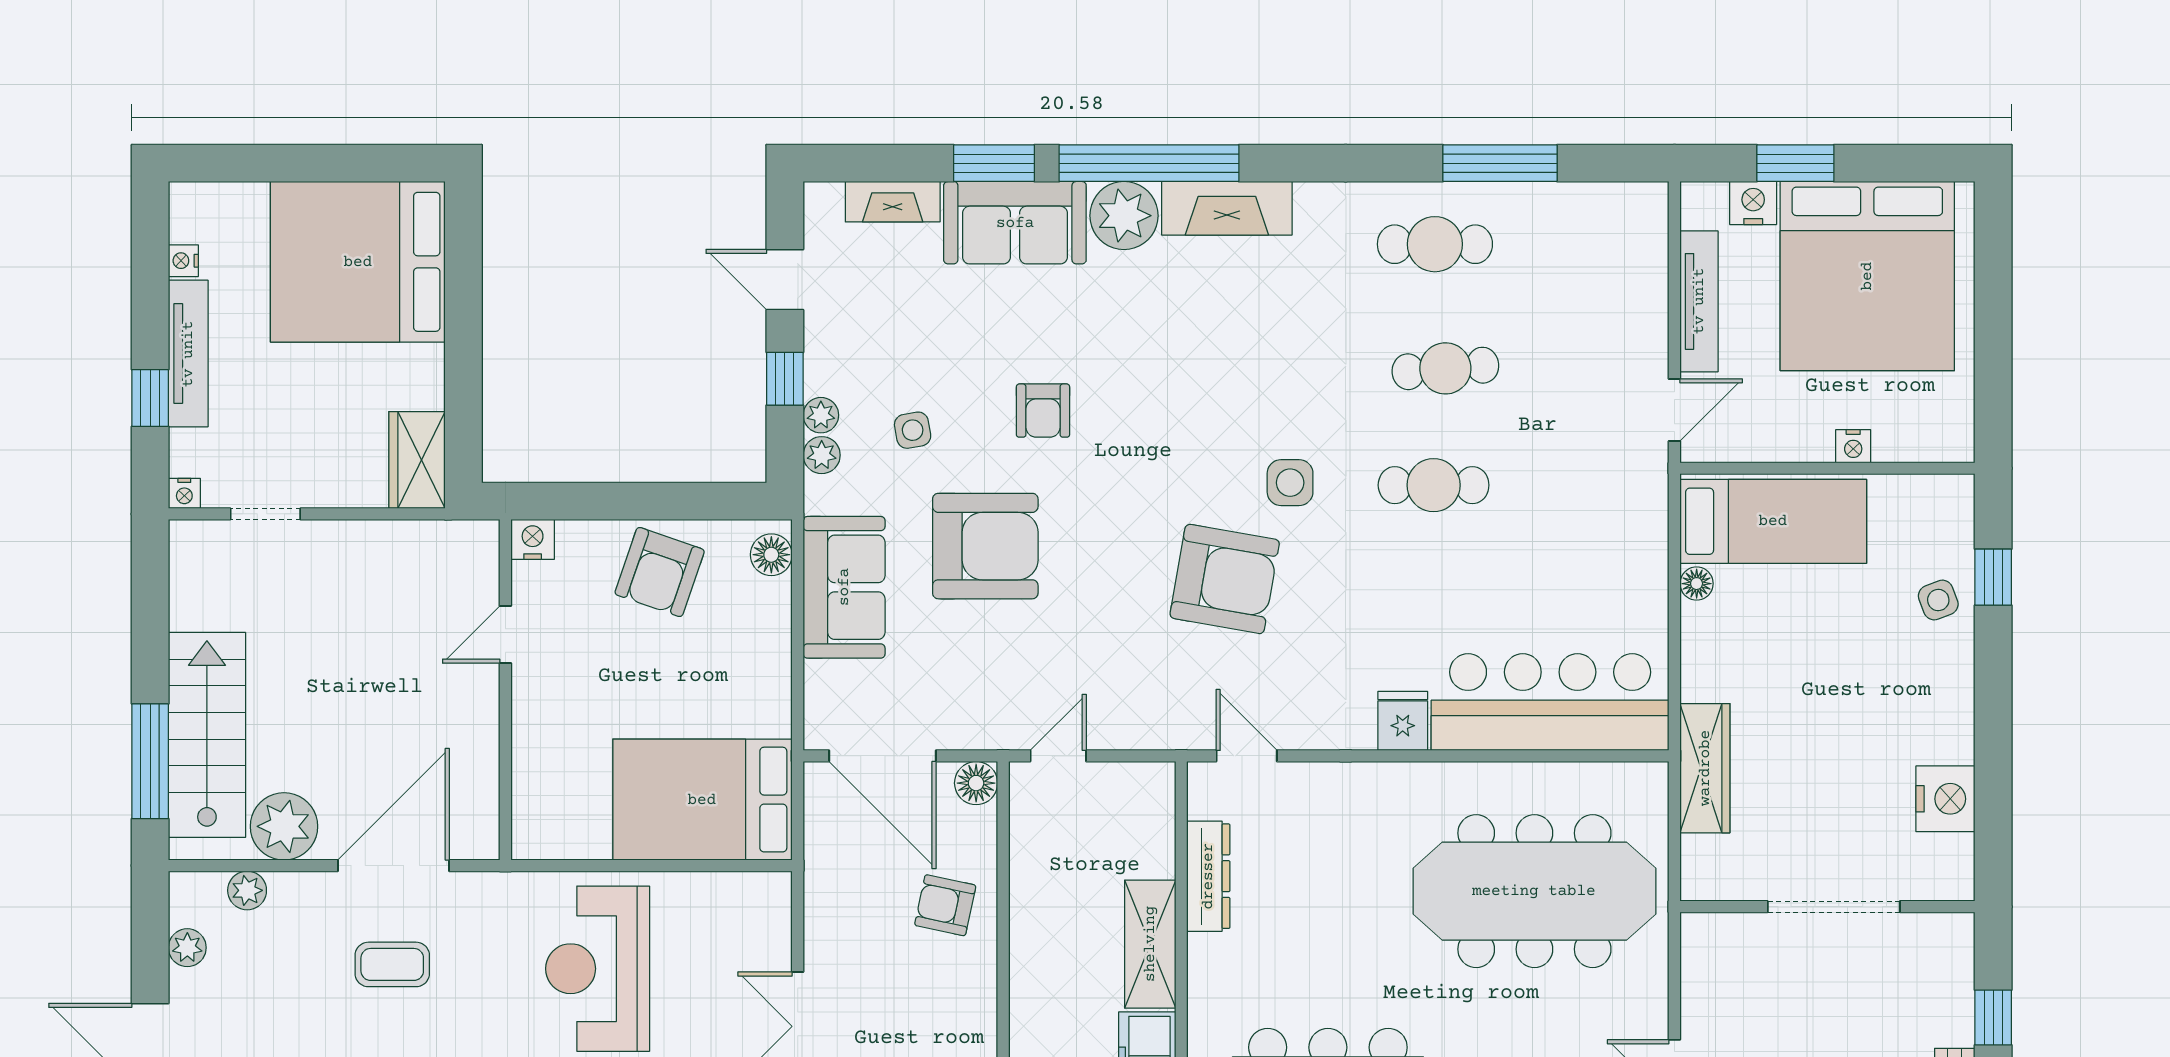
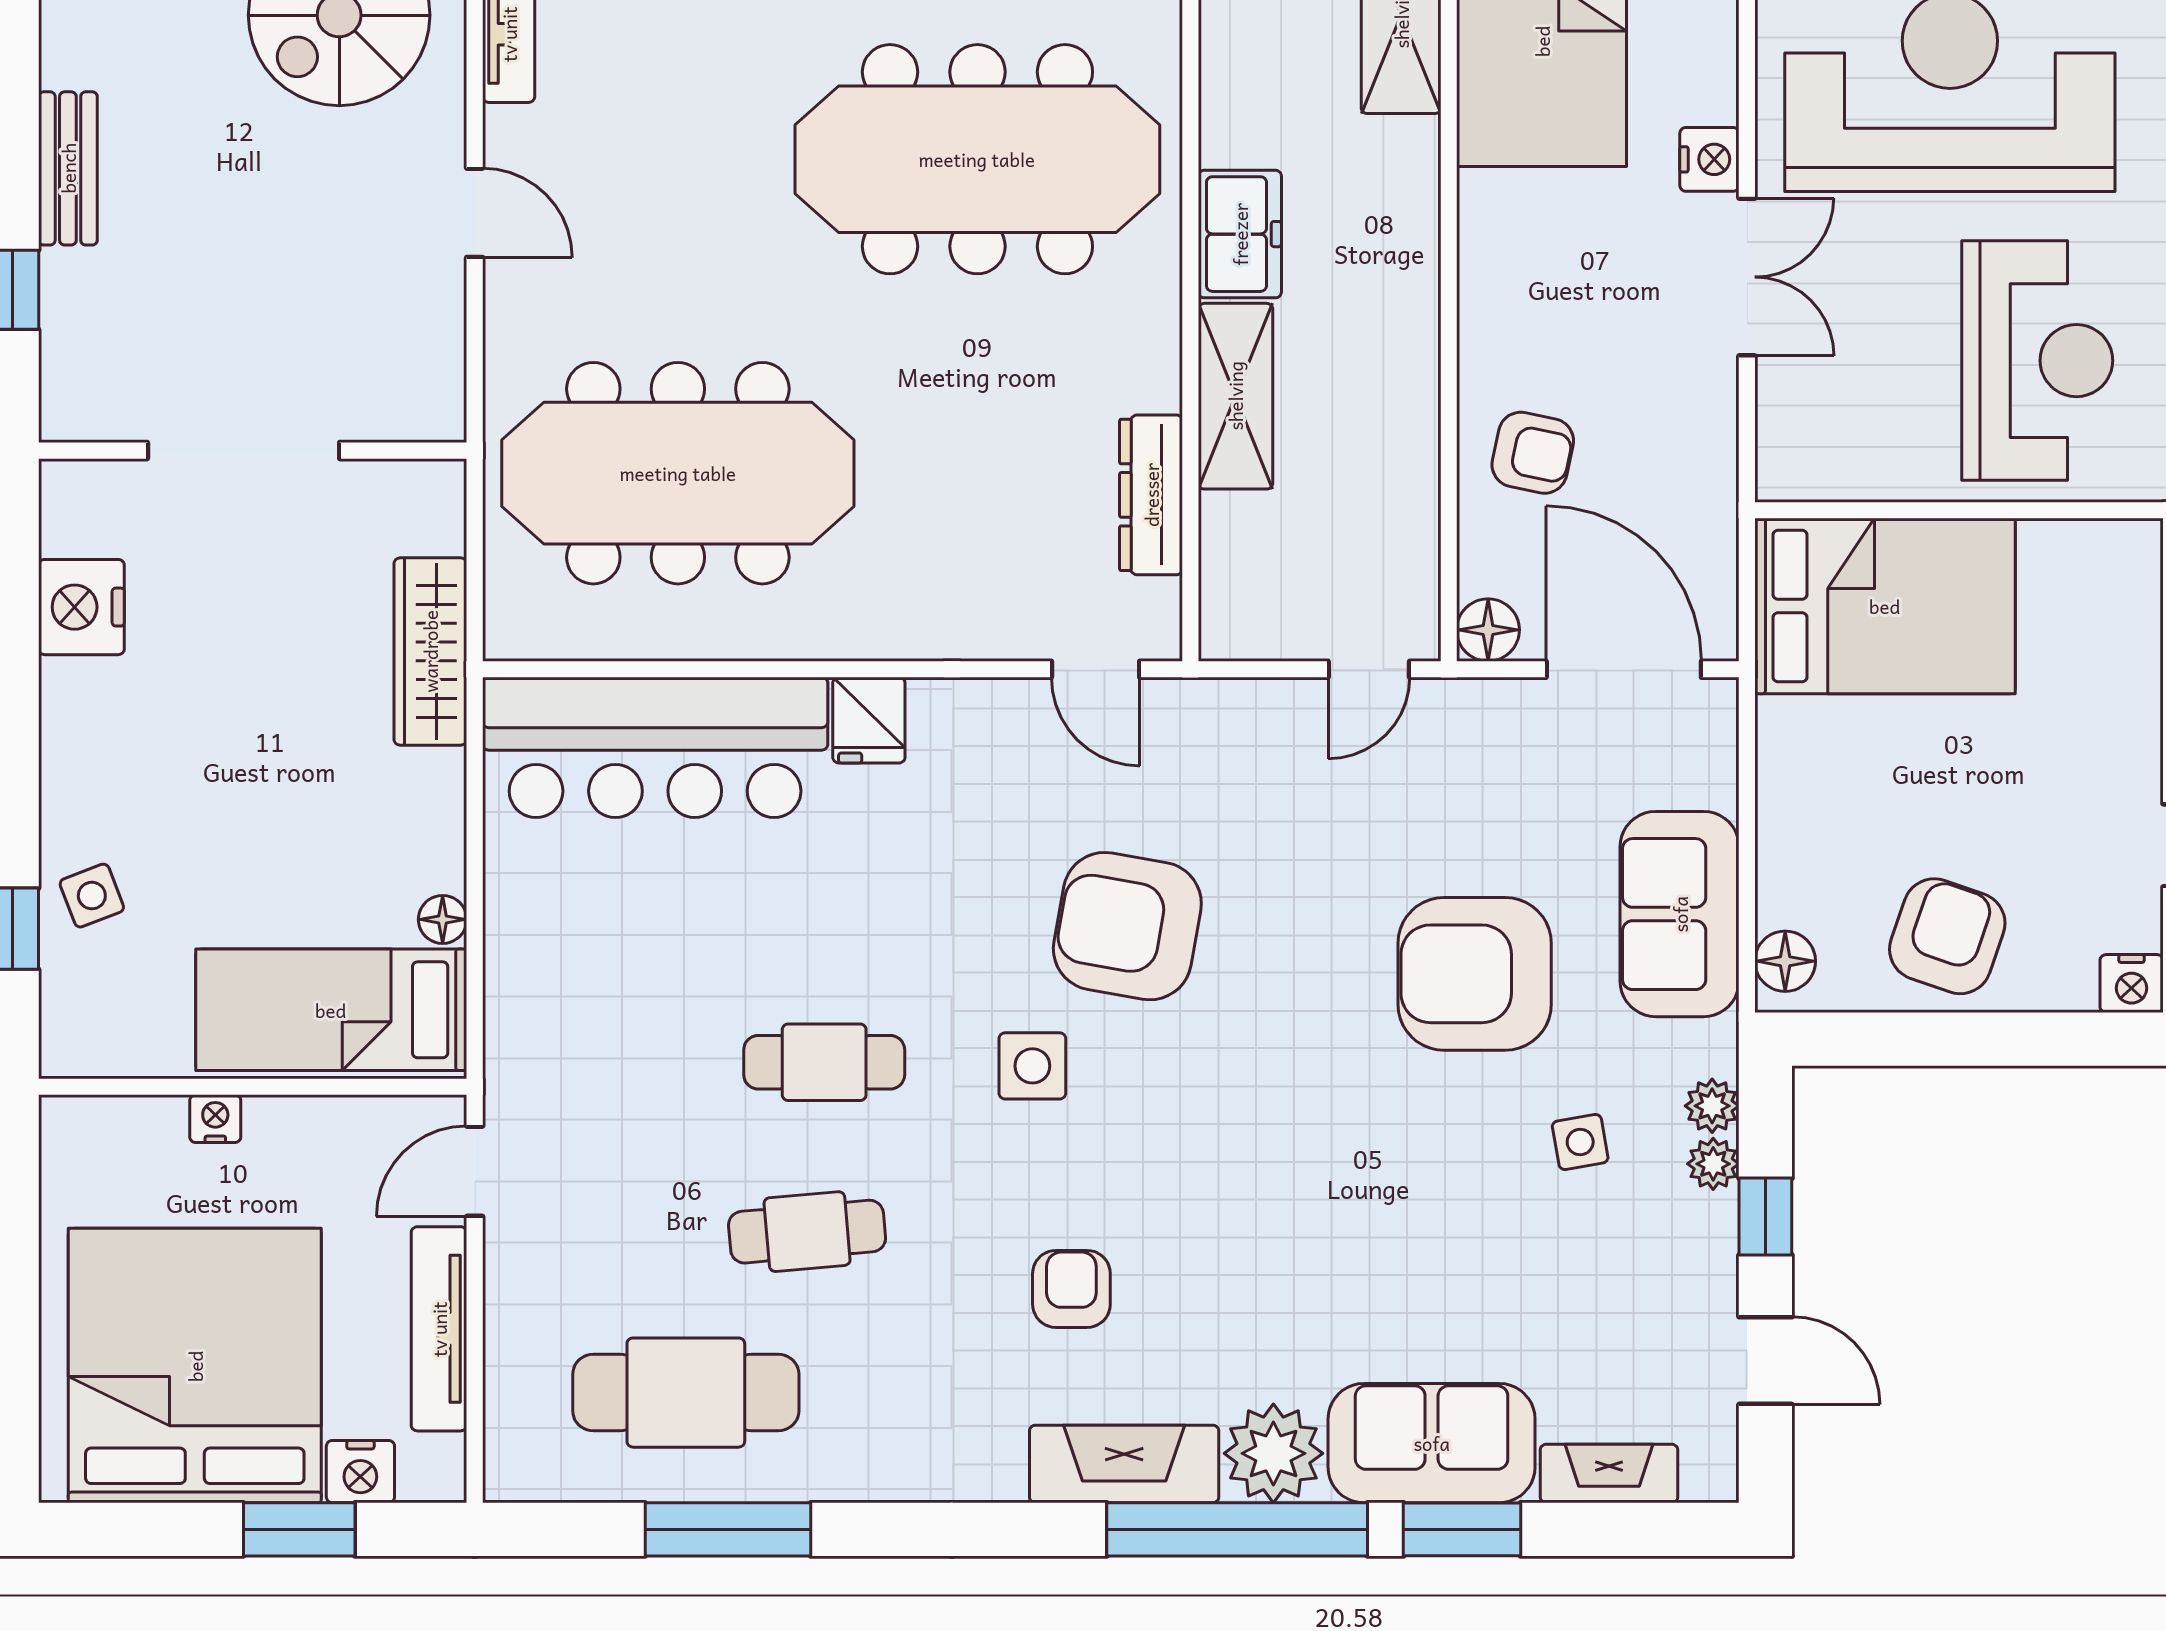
cafe table: (1435, 244) -> (686, 1393), moved, width x1.37, depth x1.35
armchair: (1043, 411) -> (1071, 1289), moved

